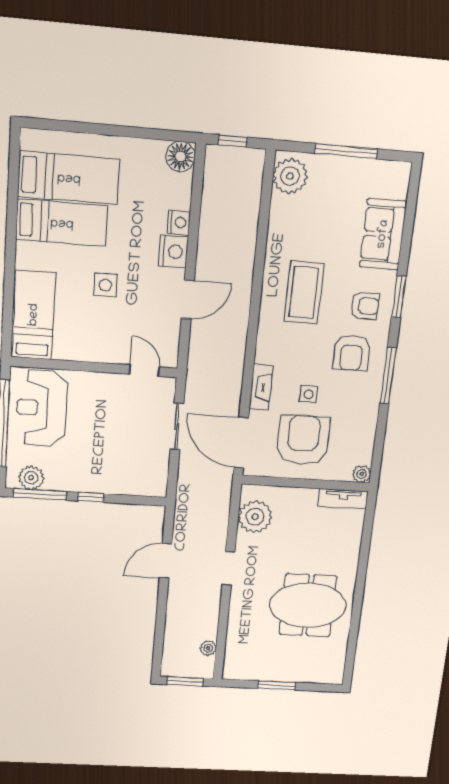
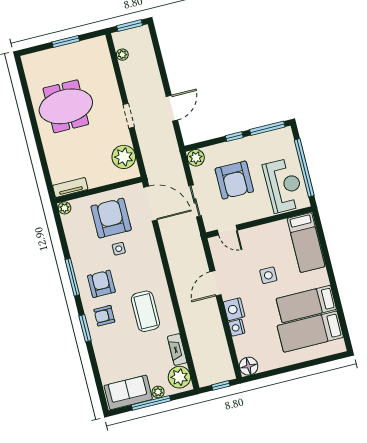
plant: (330, 164) -> (158, 392), added
sofa: (383, 234) -> (128, 392), moved, turned -90
fireplace: (261, 387) -> (177, 350), moved
armchair: (111, 438) -> (234, 180), added
armchair: (303, 440) -> (111, 218), turned 180
plant: (31, 478) -> (196, 158), moved

